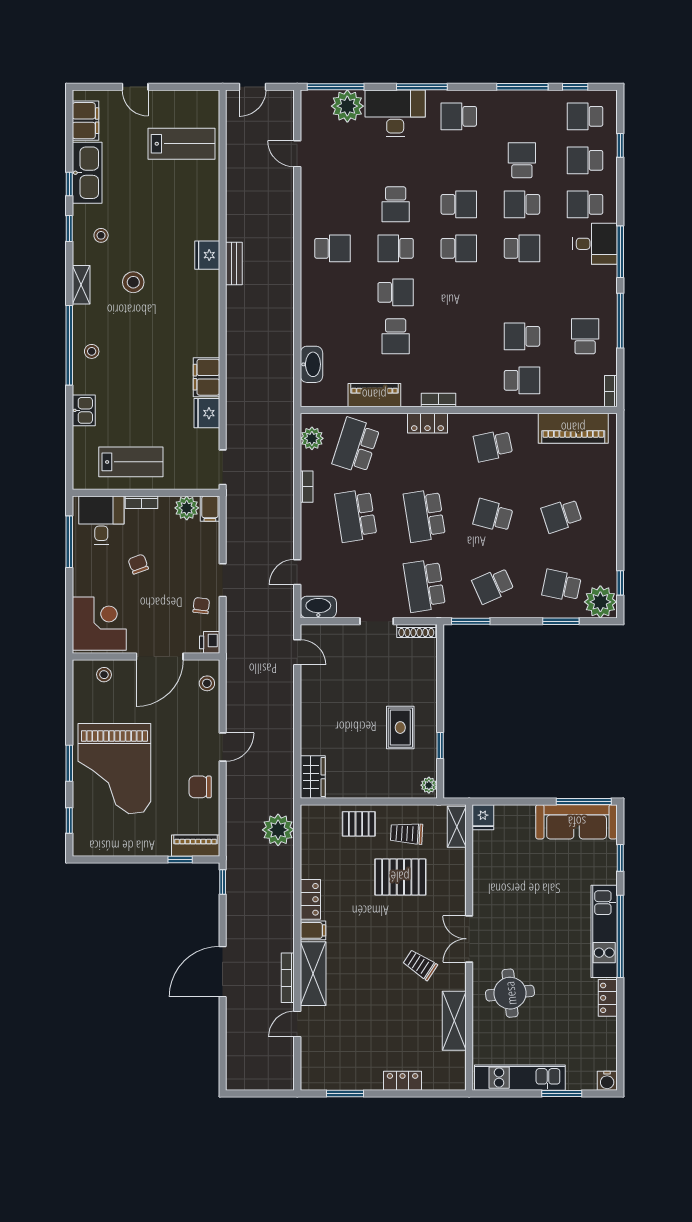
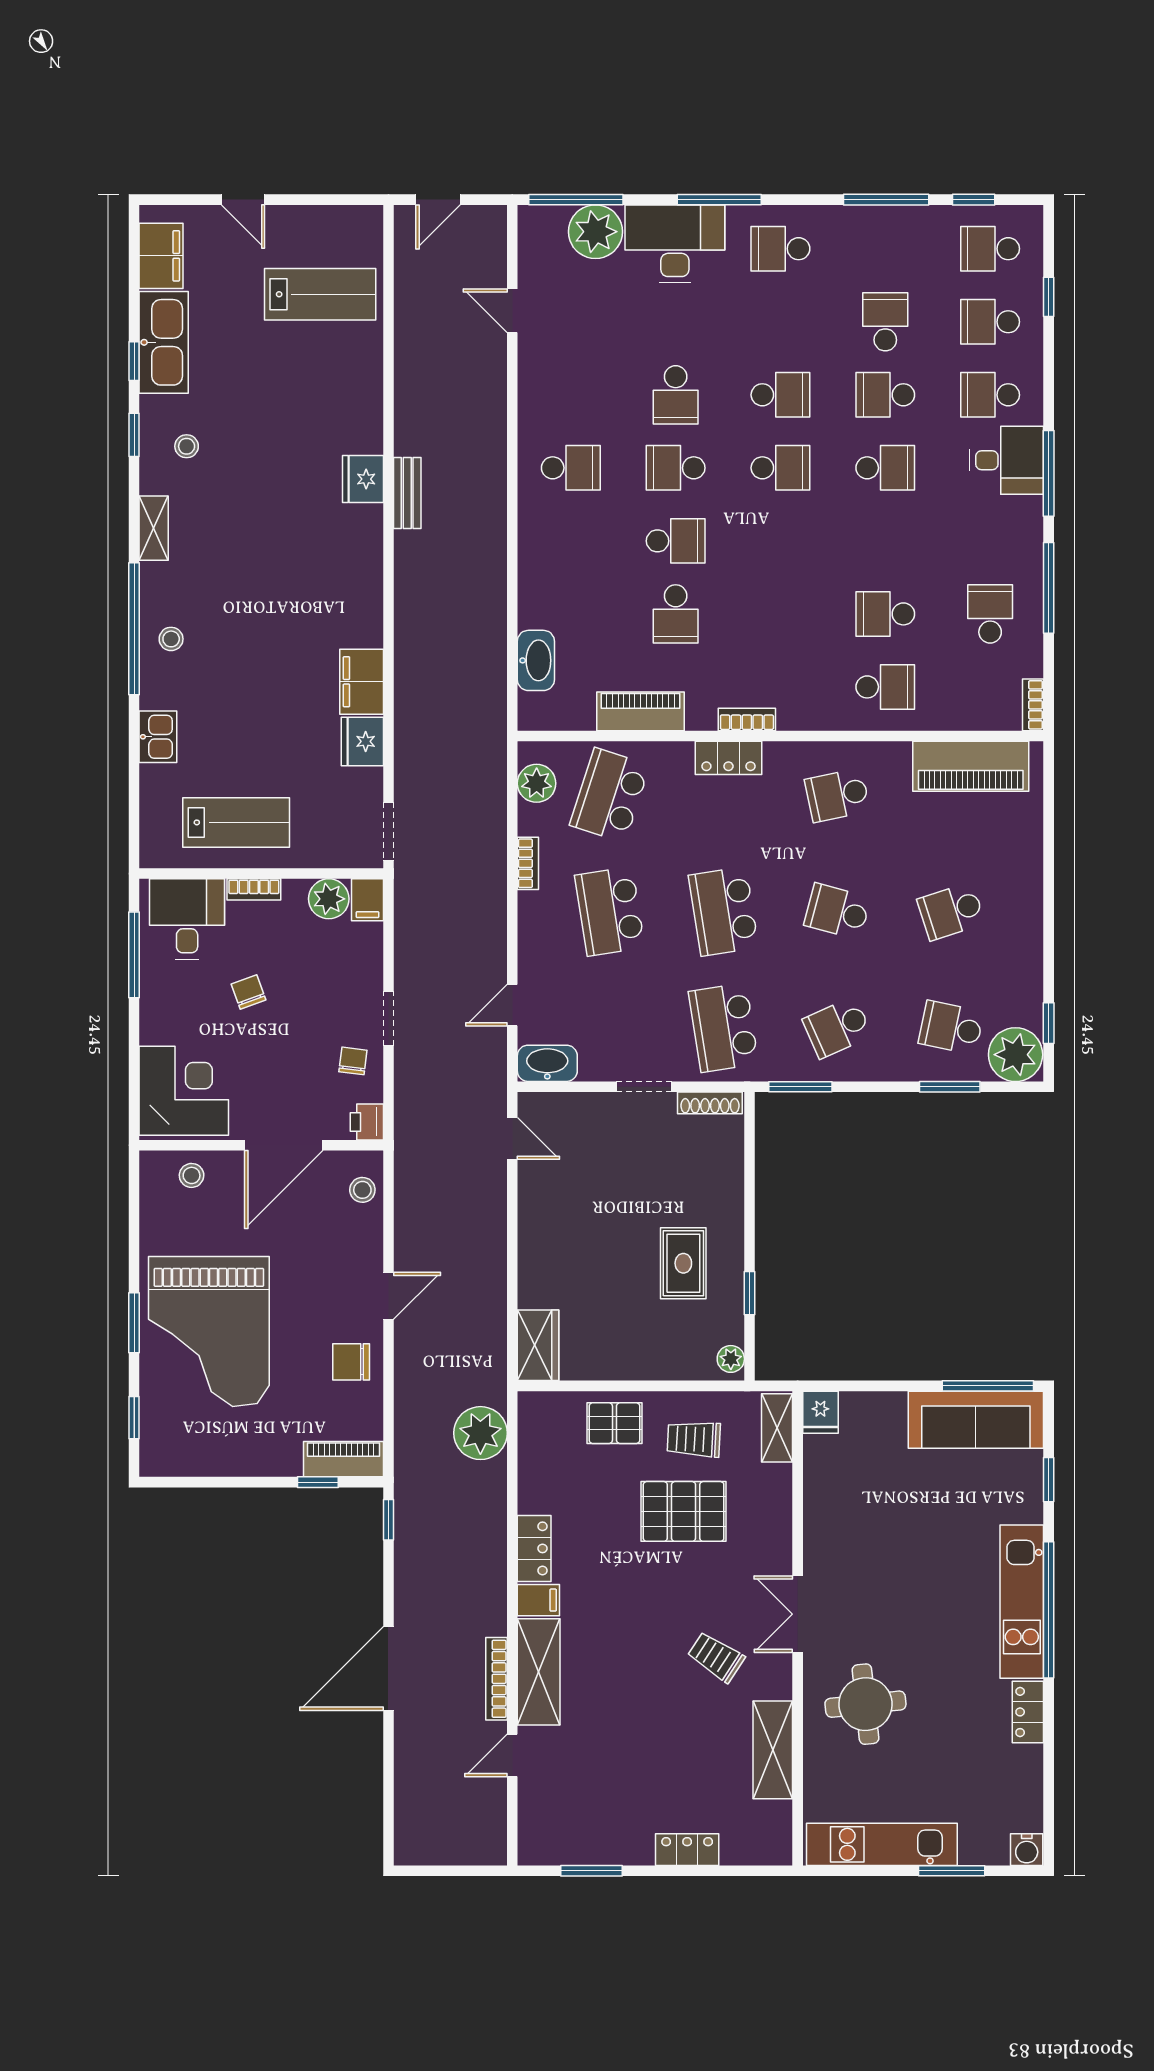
stool: (133, 282) -> (240, 524), removed

